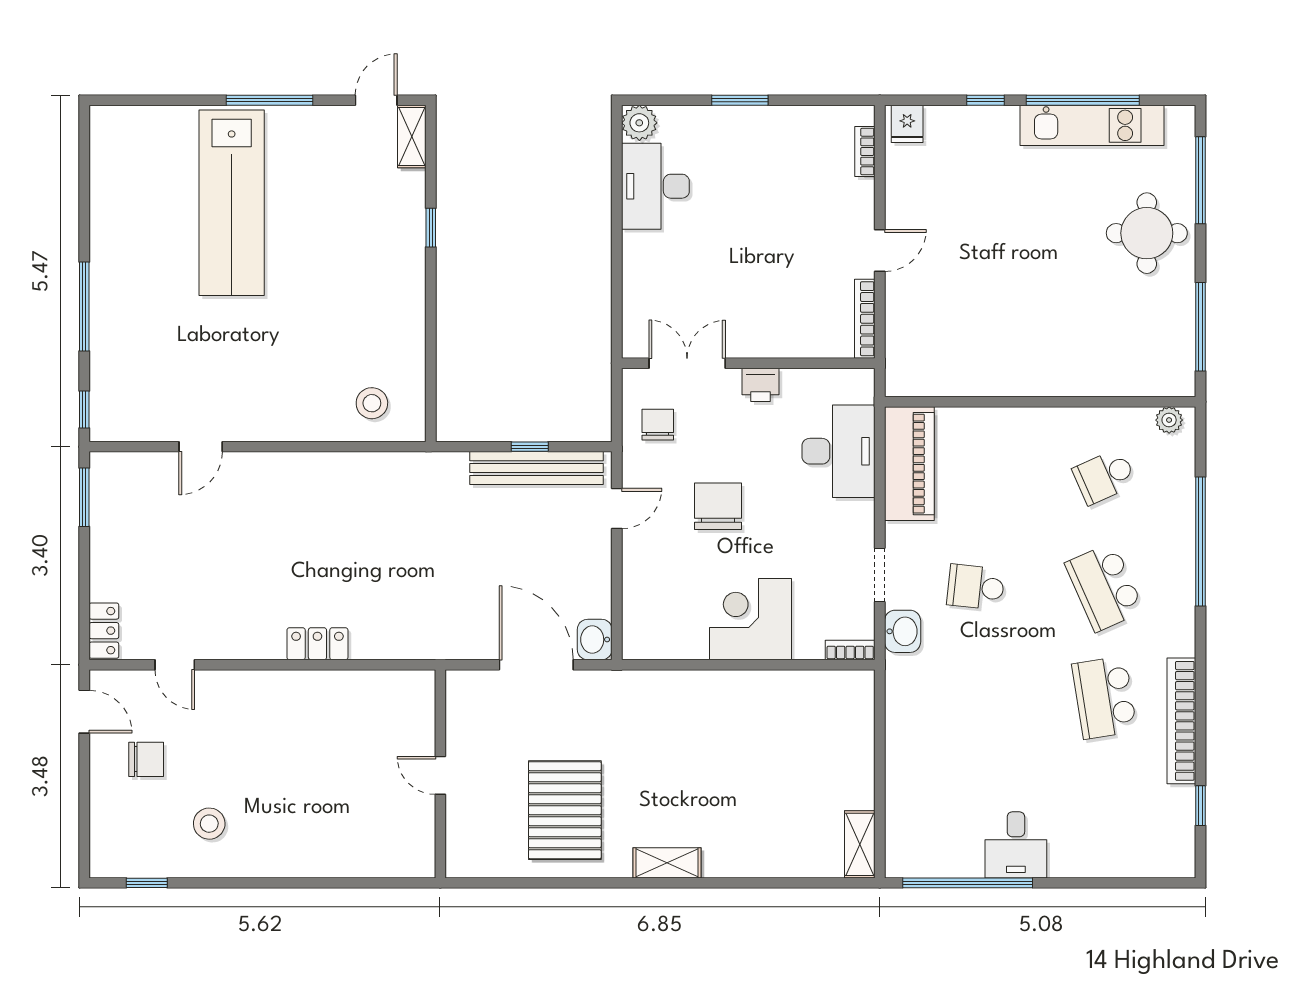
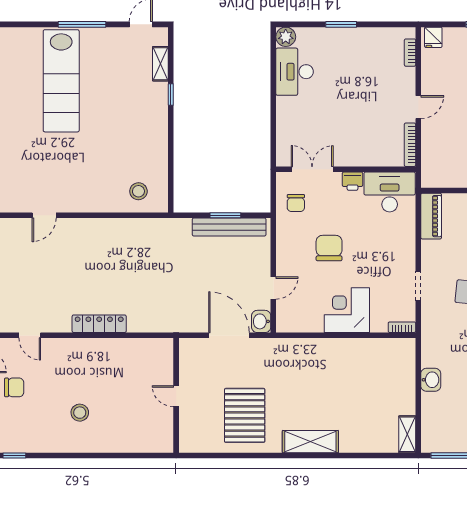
shelving: (412, 137) -> (160, 64), moved
chair: (658, 425) -> (296, 203), turned 180
window: (530, 447) -> (225, 215), width x1.50
desk: (838, 451) -> (390, 192), moved, turned -90
piano: (909, 464) -> (431, 216), width x0.73, depth x0.75
door: (617, 509) -> (273, 288), moved
washbasin: (903, 631) -> (431, 380), moved
locker: (317, 644) -> (99, 324), width x1.53
stool: (209, 824) -> (80, 413), moved
shelving: (667, 863) -> (310, 442), width x1.50, depth x1.33

